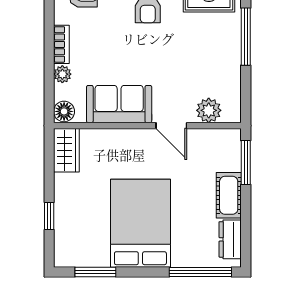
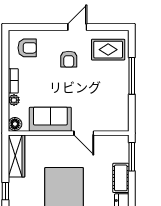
plant: (209, 110) -> (108, 123), removed
wardrobe: (66, 150) -> (16, 156), width x1.50

